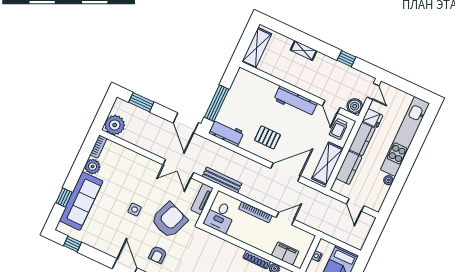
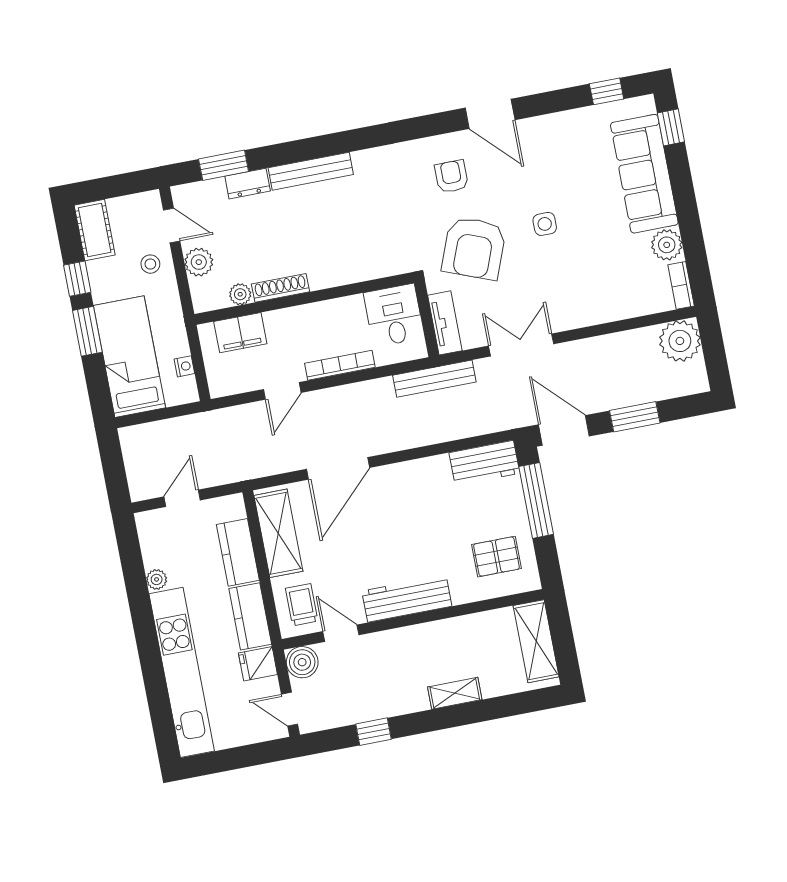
window: (141, 102) -> (635, 417), moved
pallet: (268, 137) -> (497, 557), moved
window: (64, 197) -> (671, 127), moved
door: (355, 205) -> (182, 498), hinge flipped

